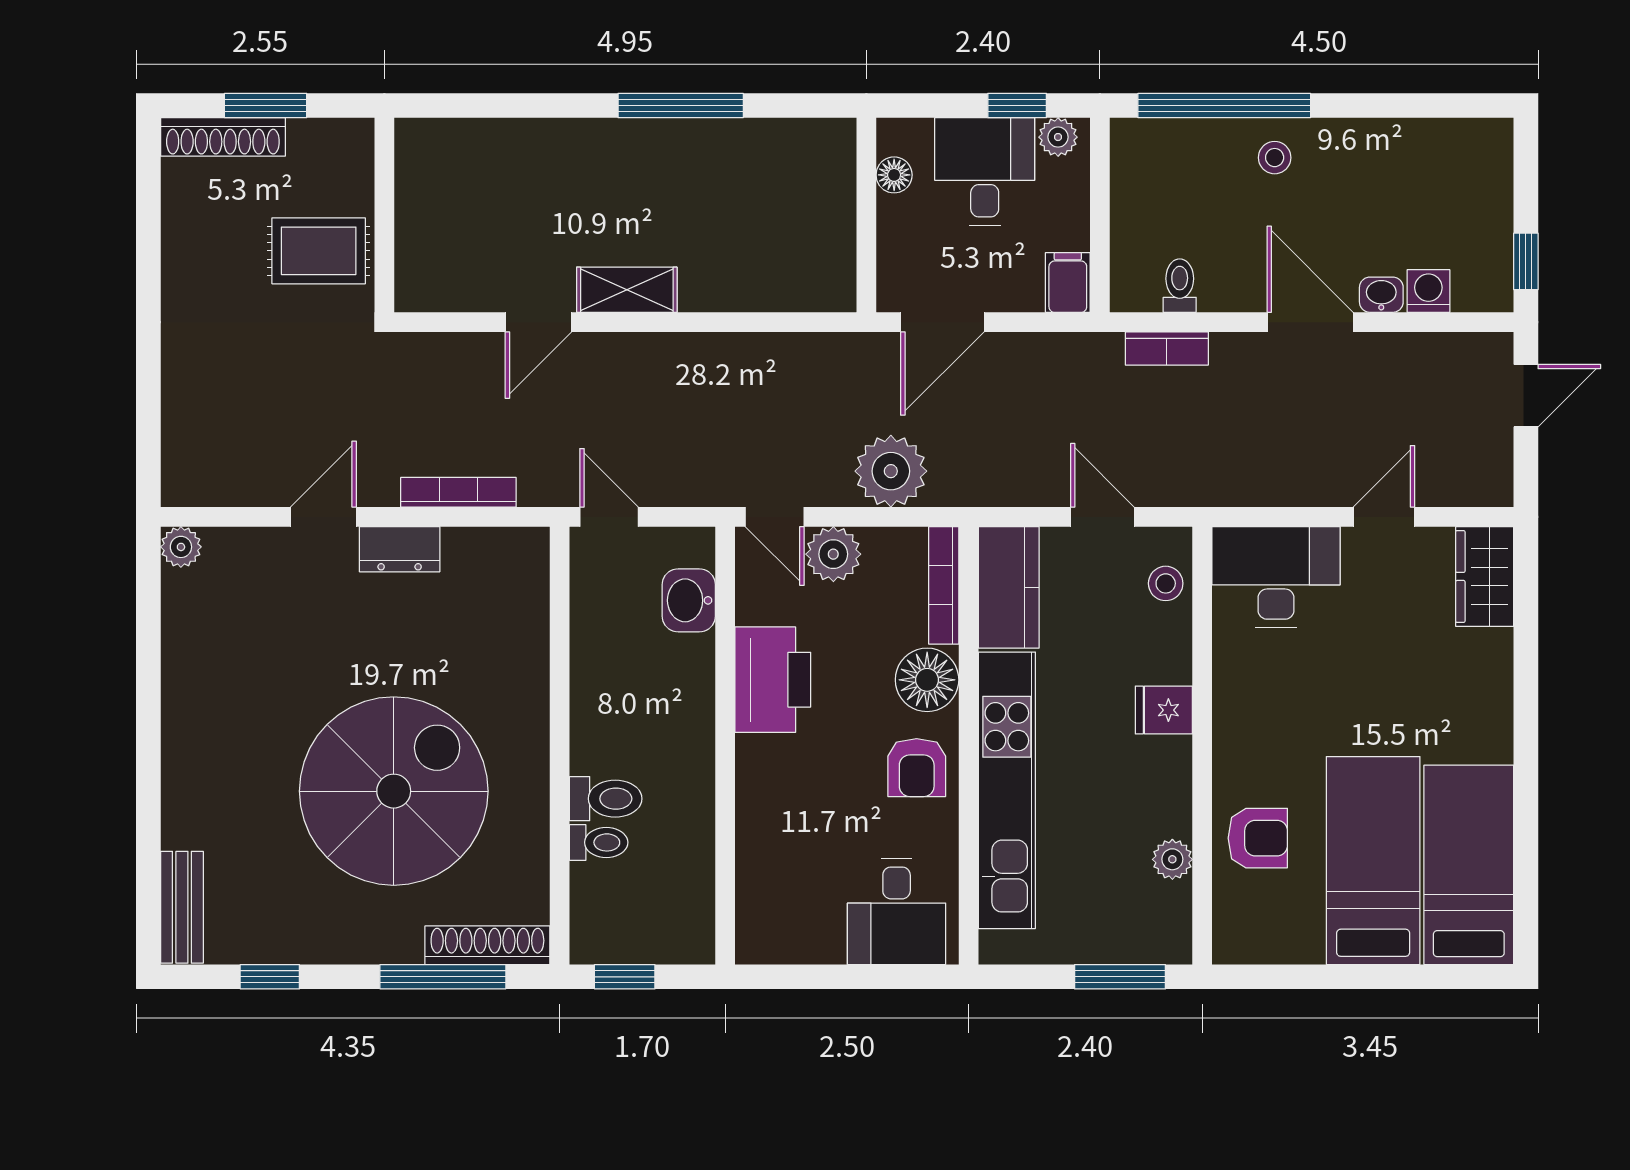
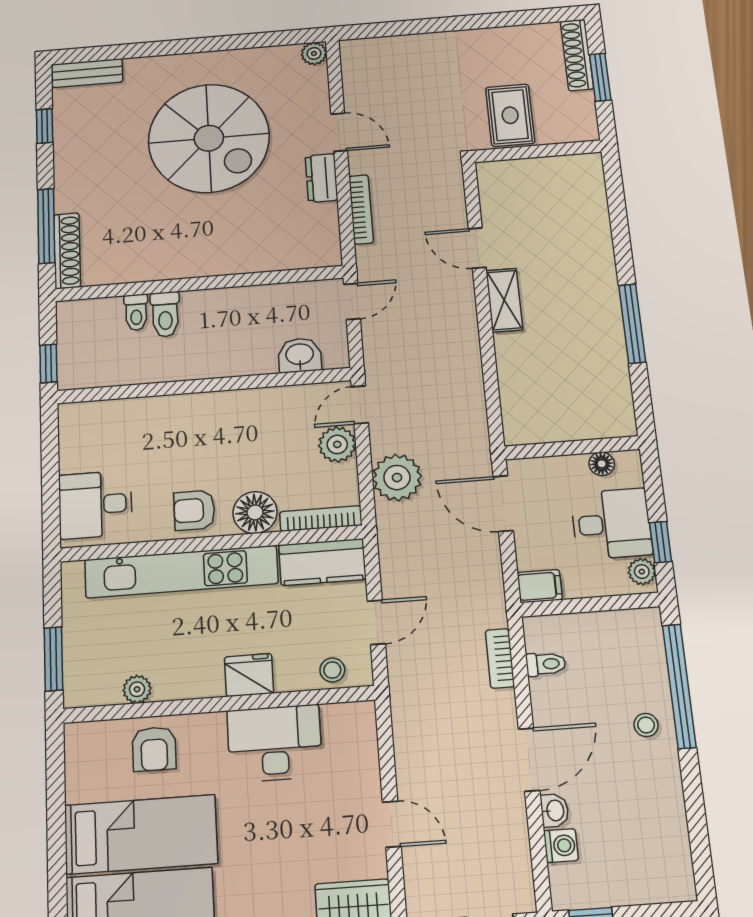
desk: (1276, 577) -> (275, 743), moved, turned -90
printer: (773, 680) -> (250, 412), removed
fridge: (1164, 710) -> (249, 675), width x1.38
spiral stairs: (394, 791) -> (209, 138), moved
window: (625, 977) -> (49, 363), moved

